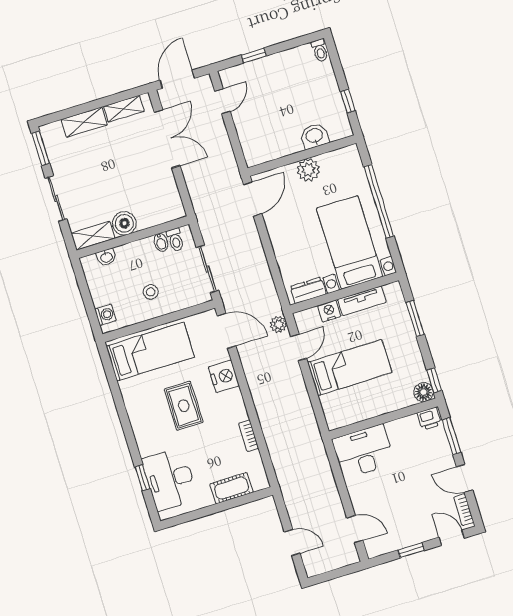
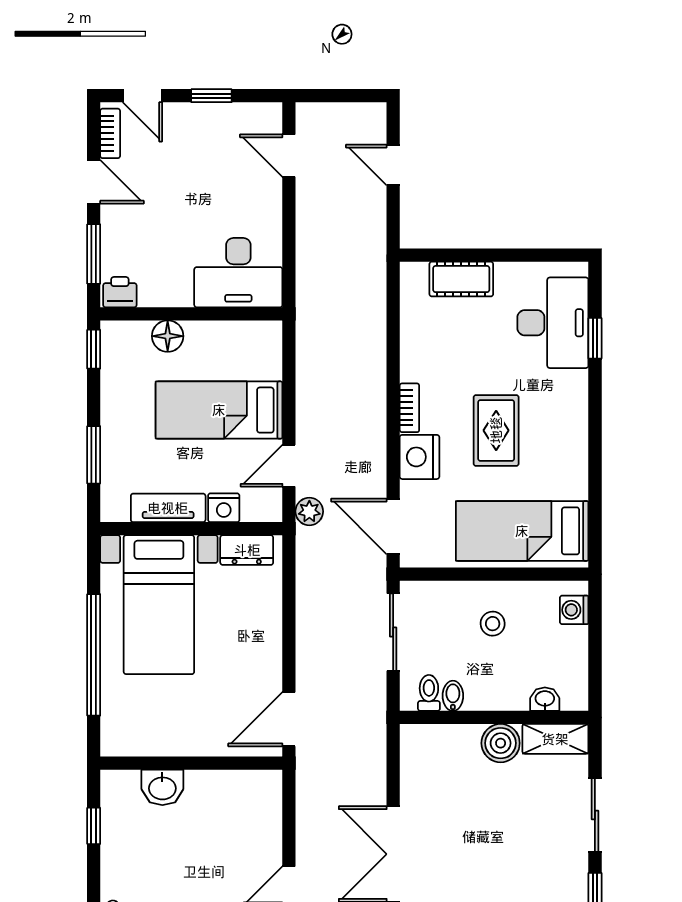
plant: (308, 170) -> (188, 738), removed
floor lamp: (424, 392) -> (168, 336), moved
bookcase: (249, 436) -> (409, 408), moved

